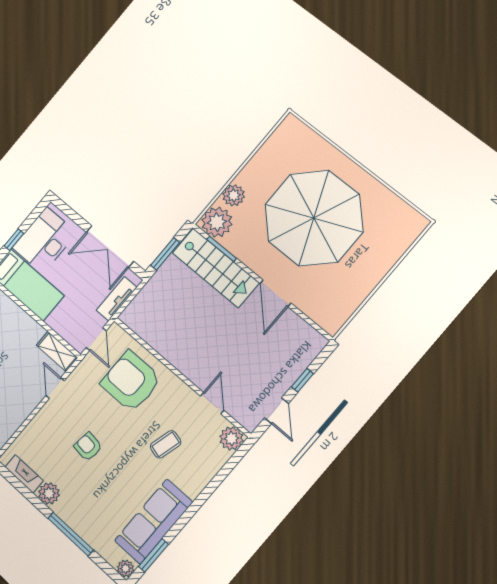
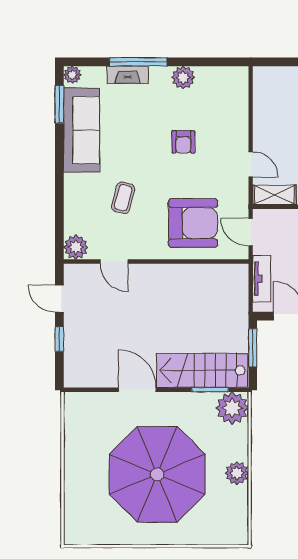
plant: (234, 195) -> (237, 473), moved
armchair: (88, 447) -> (183, 142), turned 83
fireplace: (24, 474) -> (128, 75), moved

